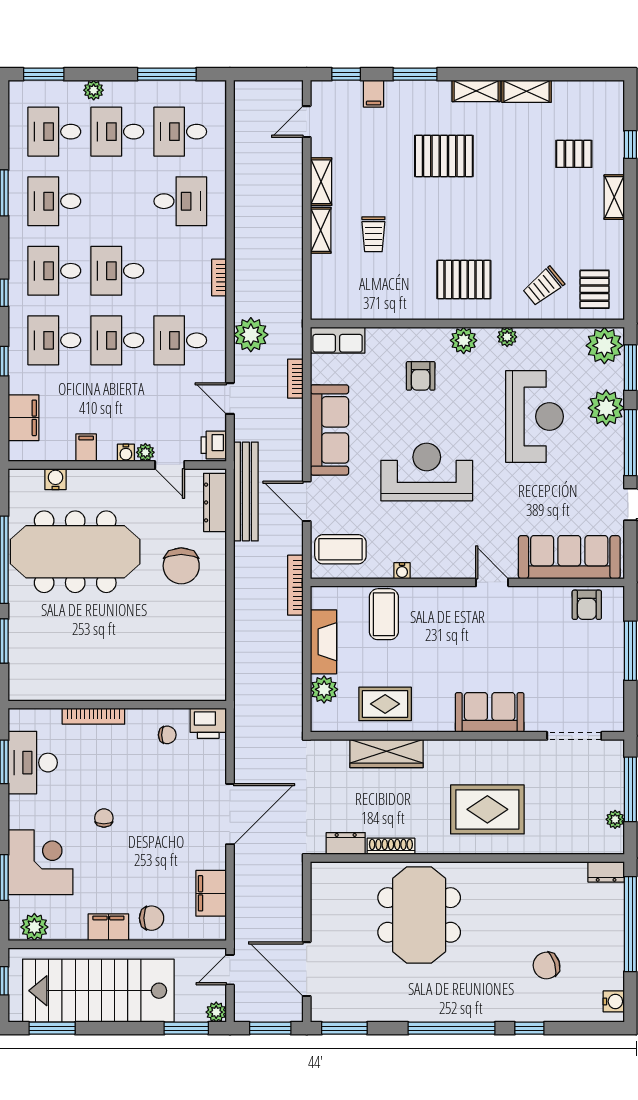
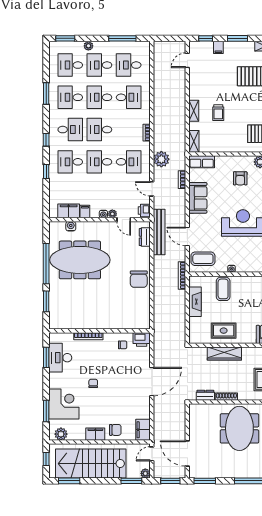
shelving: (321, 182) -> (194, 141), moved
desk: (117, 201) -> (99, 97), added
desk: (54, 271) -> (70, 130), turned 180
desk: (180, 340) -> (129, 162), turned 180
filing cabinet: (24, 418) -> (69, 211), moved, turned -90
sofa: (329, 430) -> (198, 198), width x0.73
dresser: (215, 502) -> (145, 237), width x0.70
chair: (181, 566) -> (139, 279), moved
plant: (324, 689) -> (195, 324), removed
filing cabinet: (211, 893) -> (143, 430), moved

